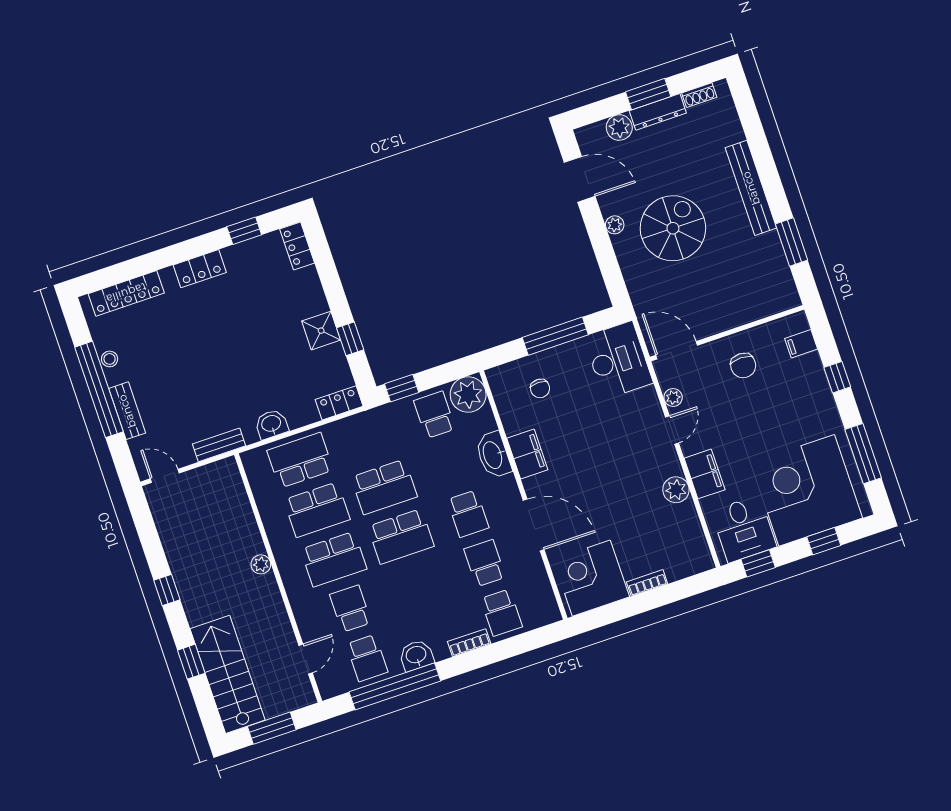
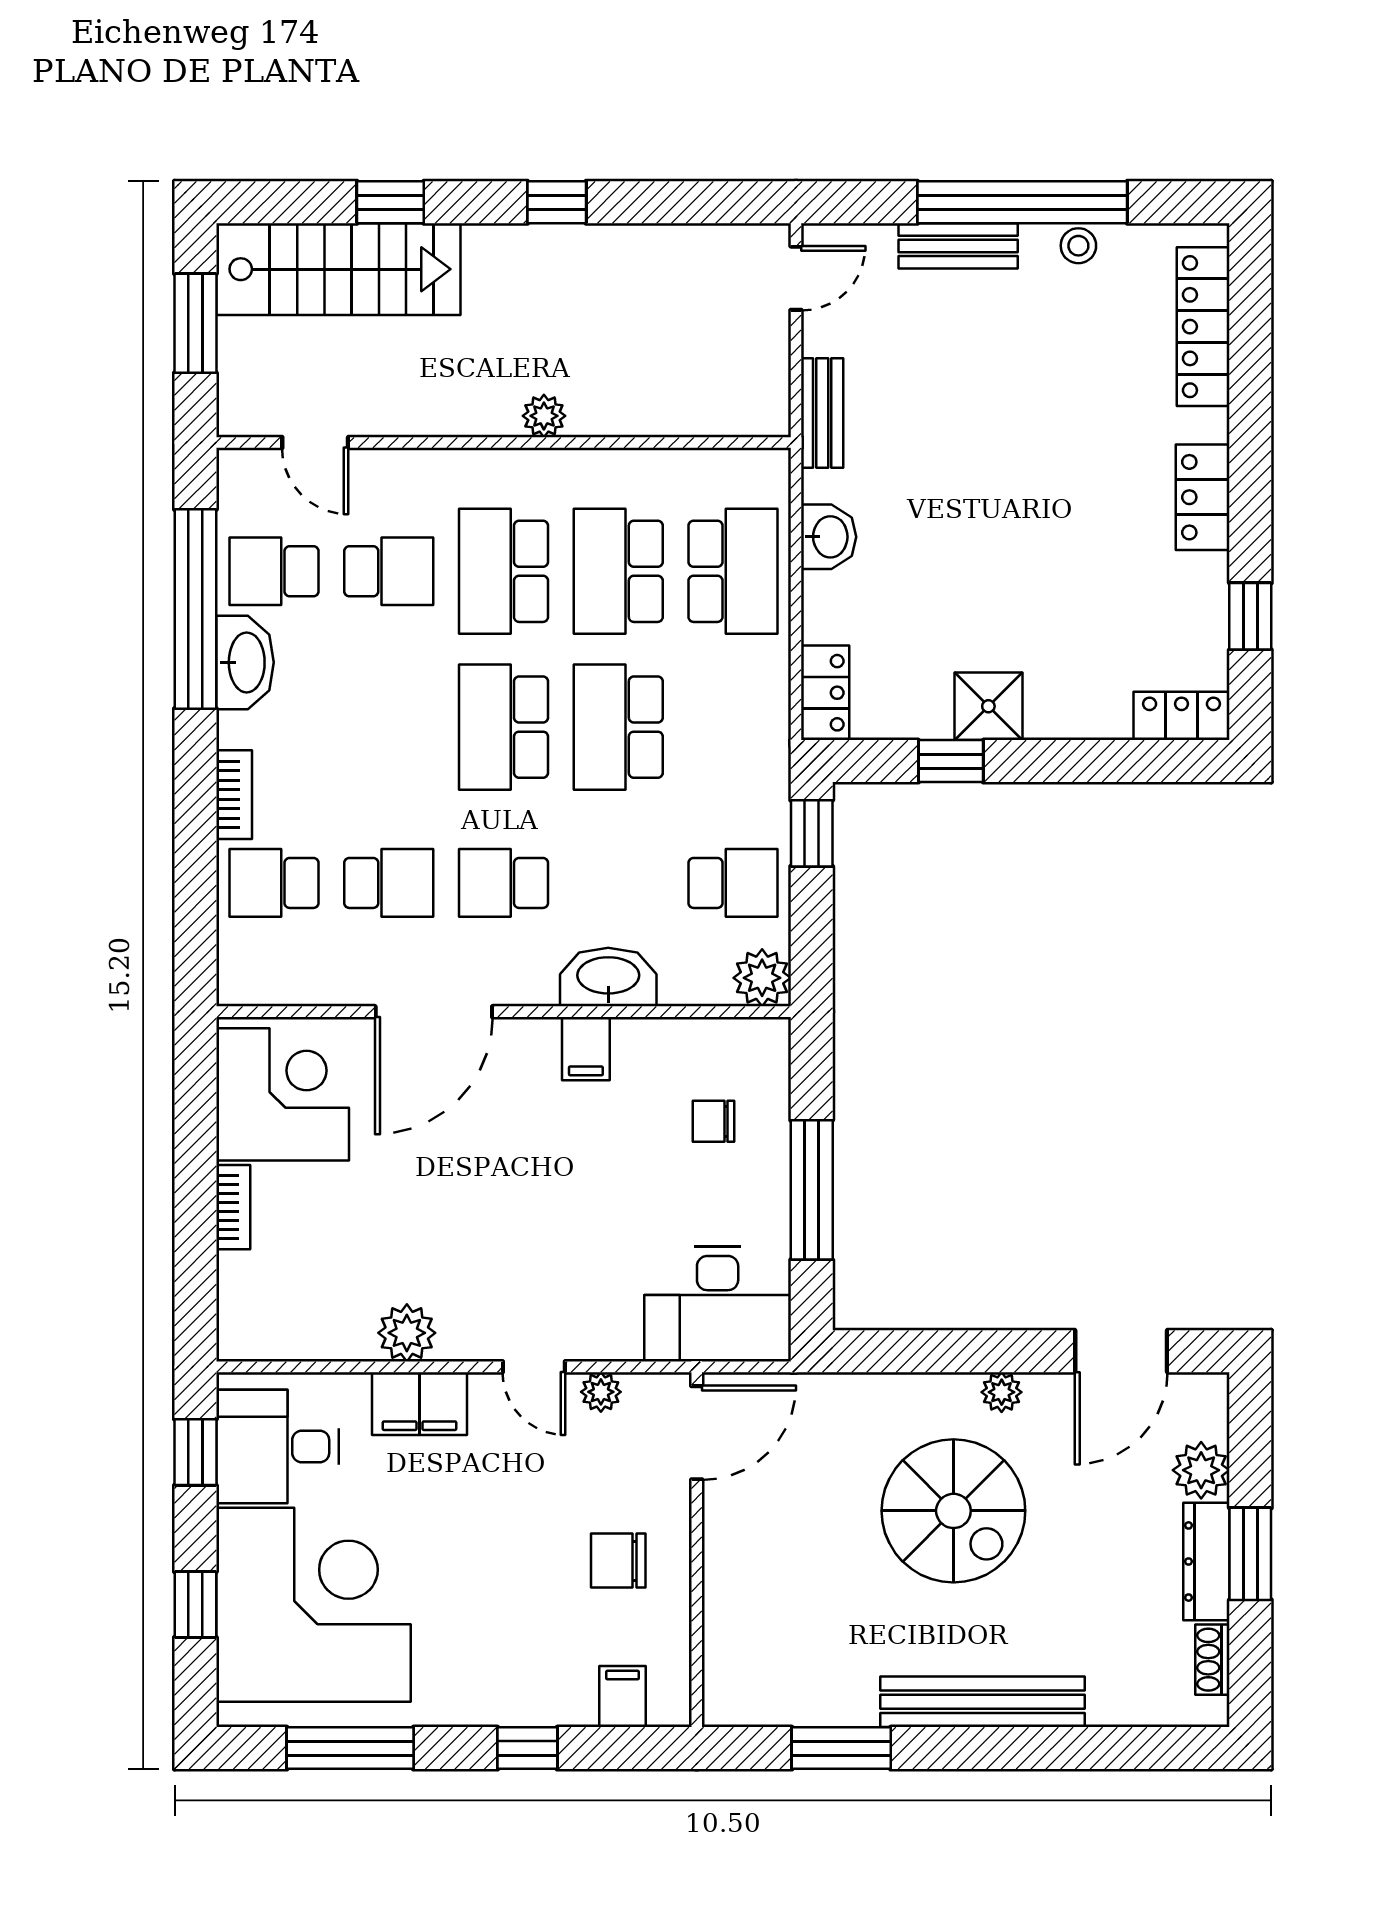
plant: (468, 395) -> (762, 978), width x0.73, depth x0.73
filing cabinet: (527, 454) -> (586, 1049), width x0.50
washbasin: (416, 655) -> (245, 662), width x1.38

